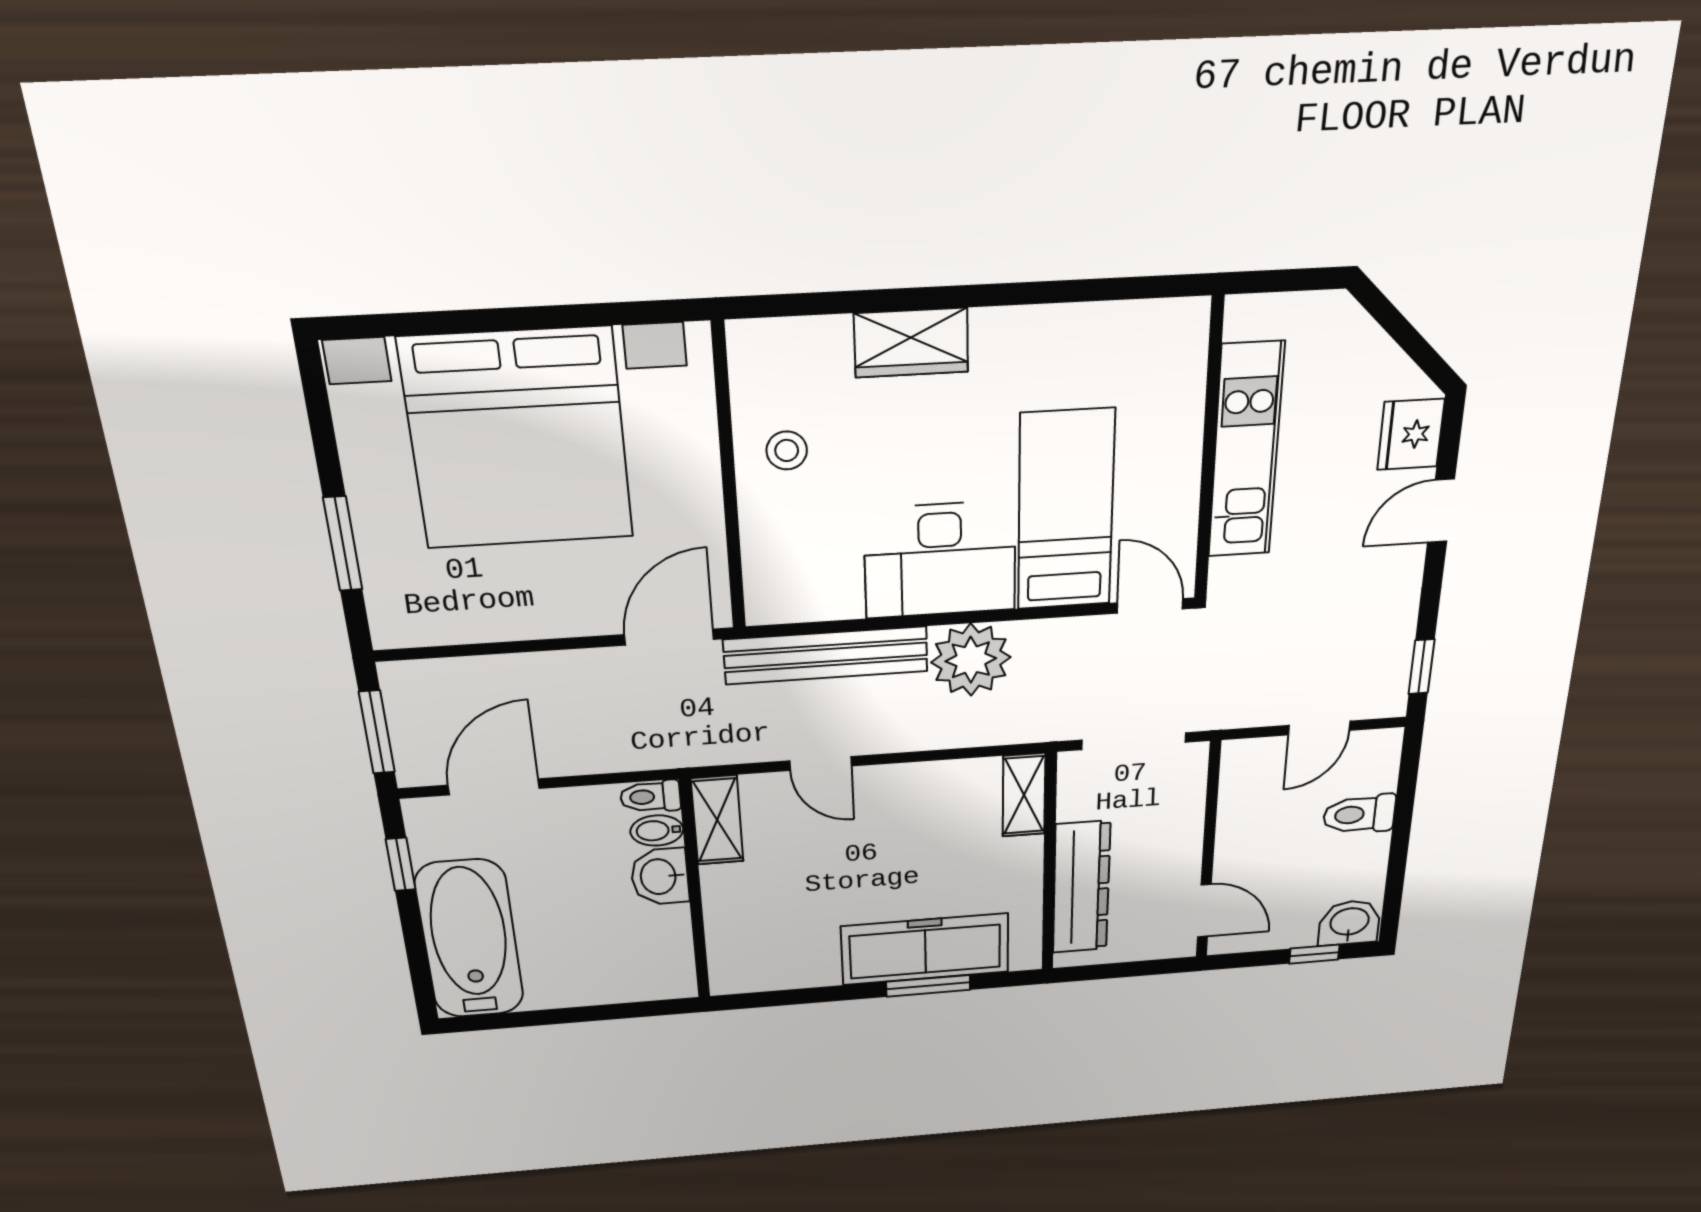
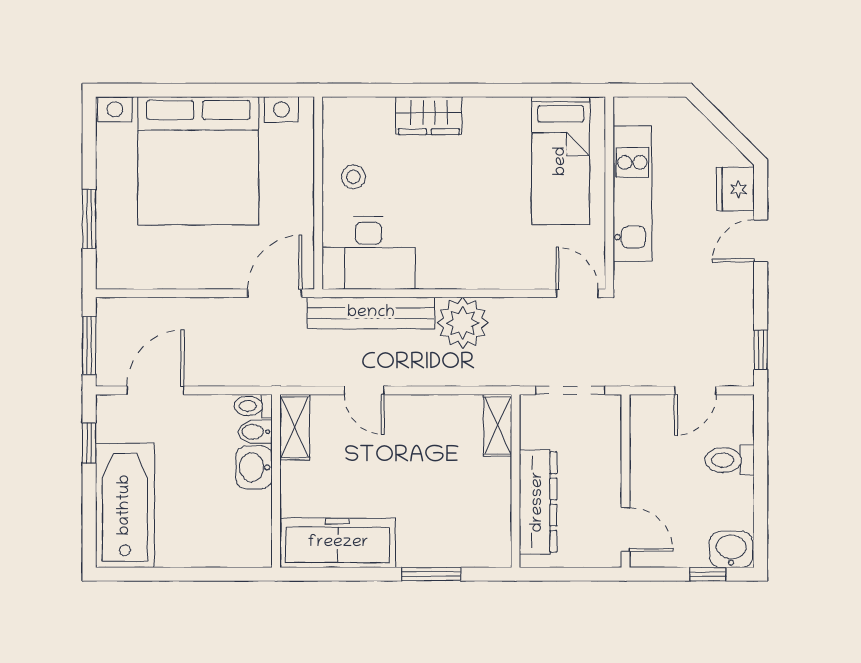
bed: (1066, 510) -> (561, 161), moved, turned 180
desk: (940, 560) -> (369, 253), moved
freezer: (925, 949) -> (338, 543), moved

